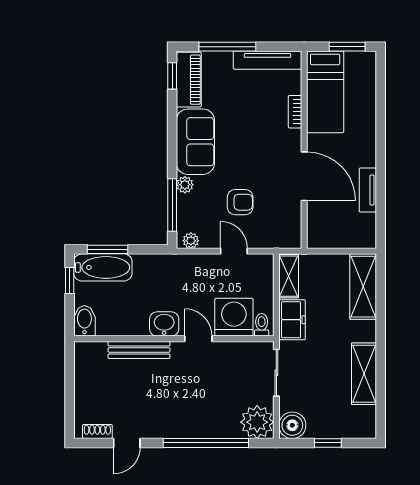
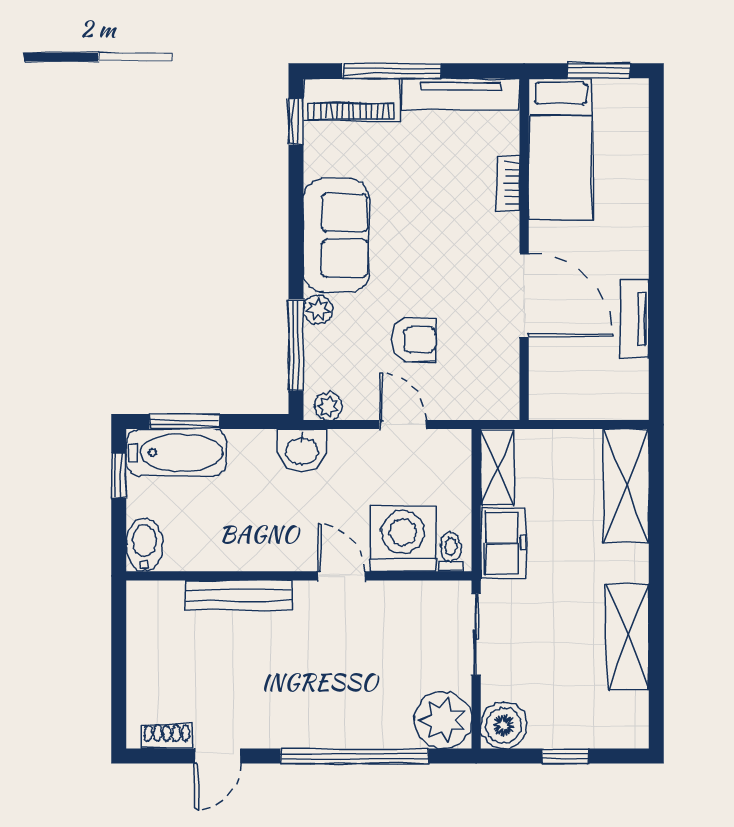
piano: (189, 80) -> (351, 99), moved, turned 90
washbasin: (164, 324) -> (302, 450), moved, turned 180

